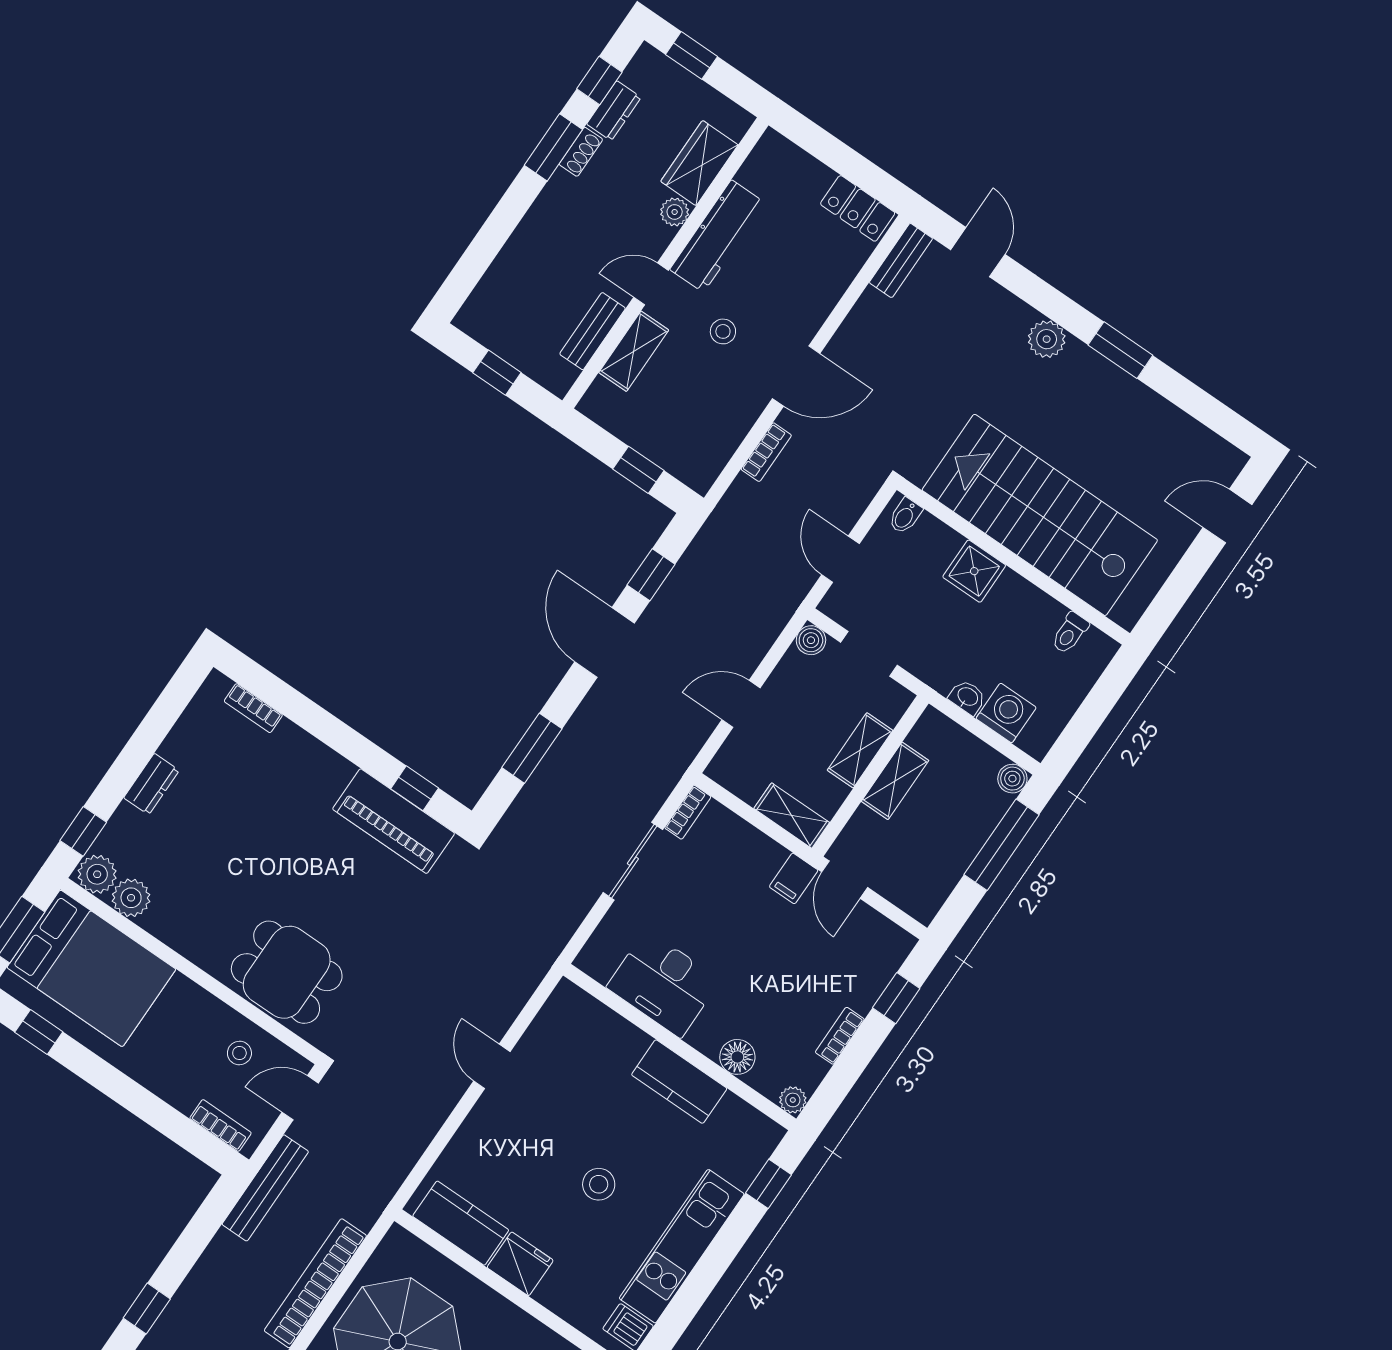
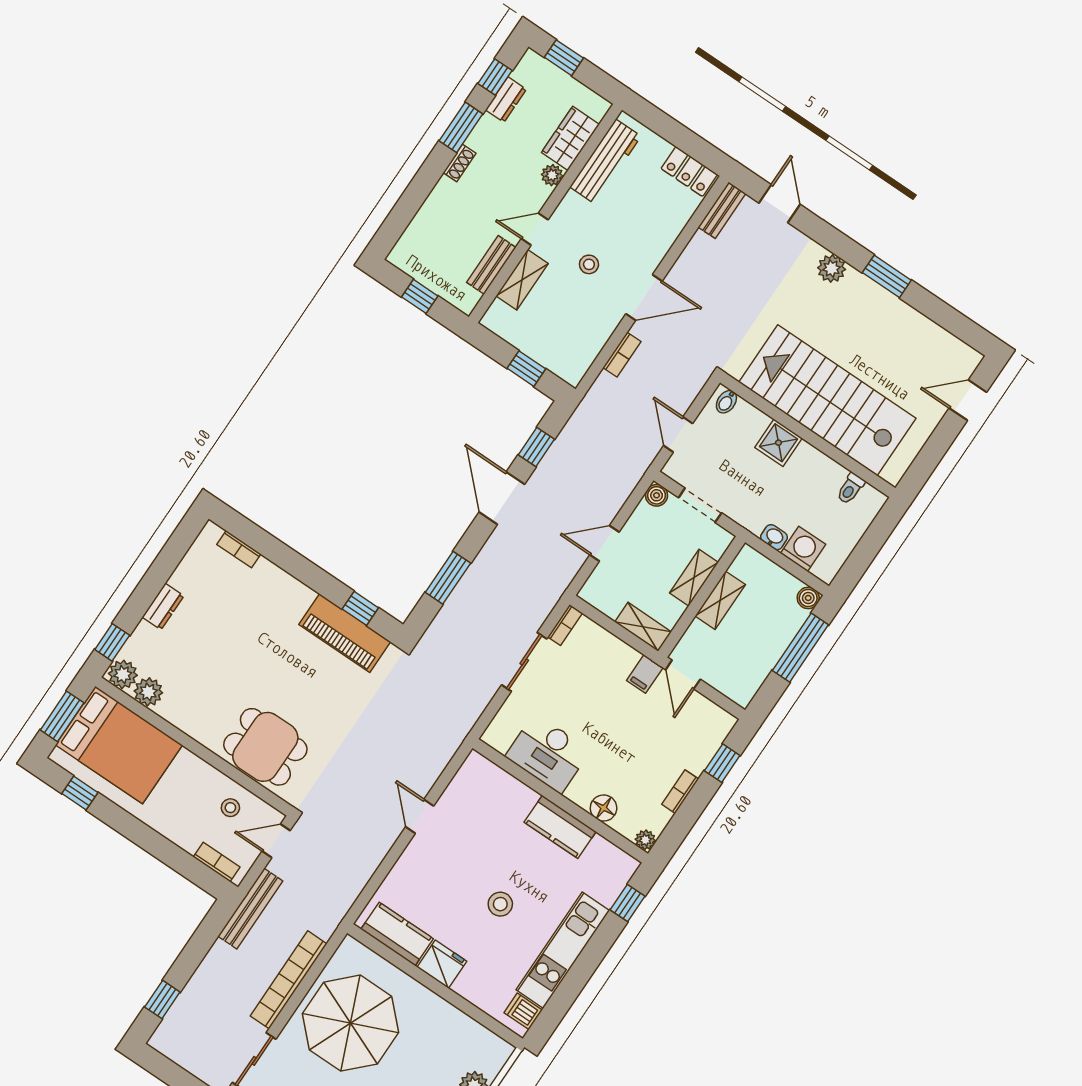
shoe rack: (581, 152) -> (460, 163), moved
workbench: (717, 236) -> (605, 162), moved

